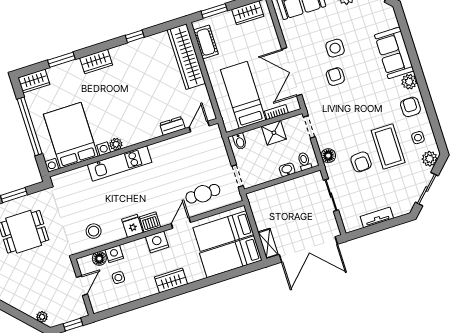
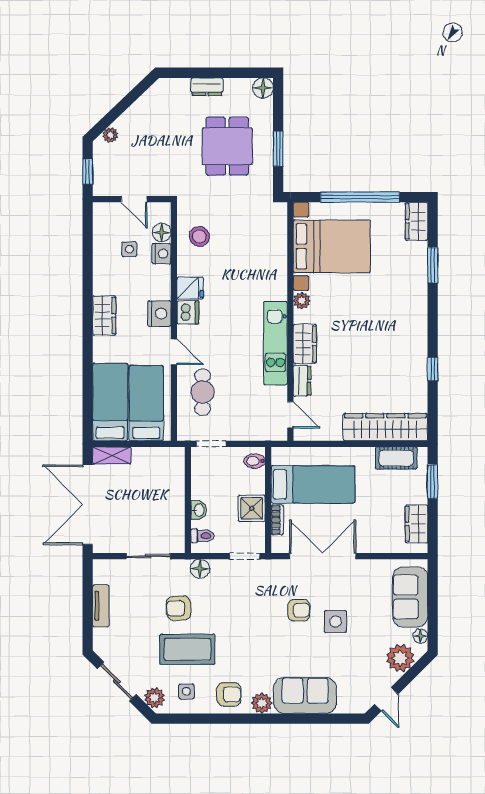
wardrobe: (96, 61) -> (305, 344), moved, turned 180
kitchen unit: (120, 164) -> (275, 343), moved

